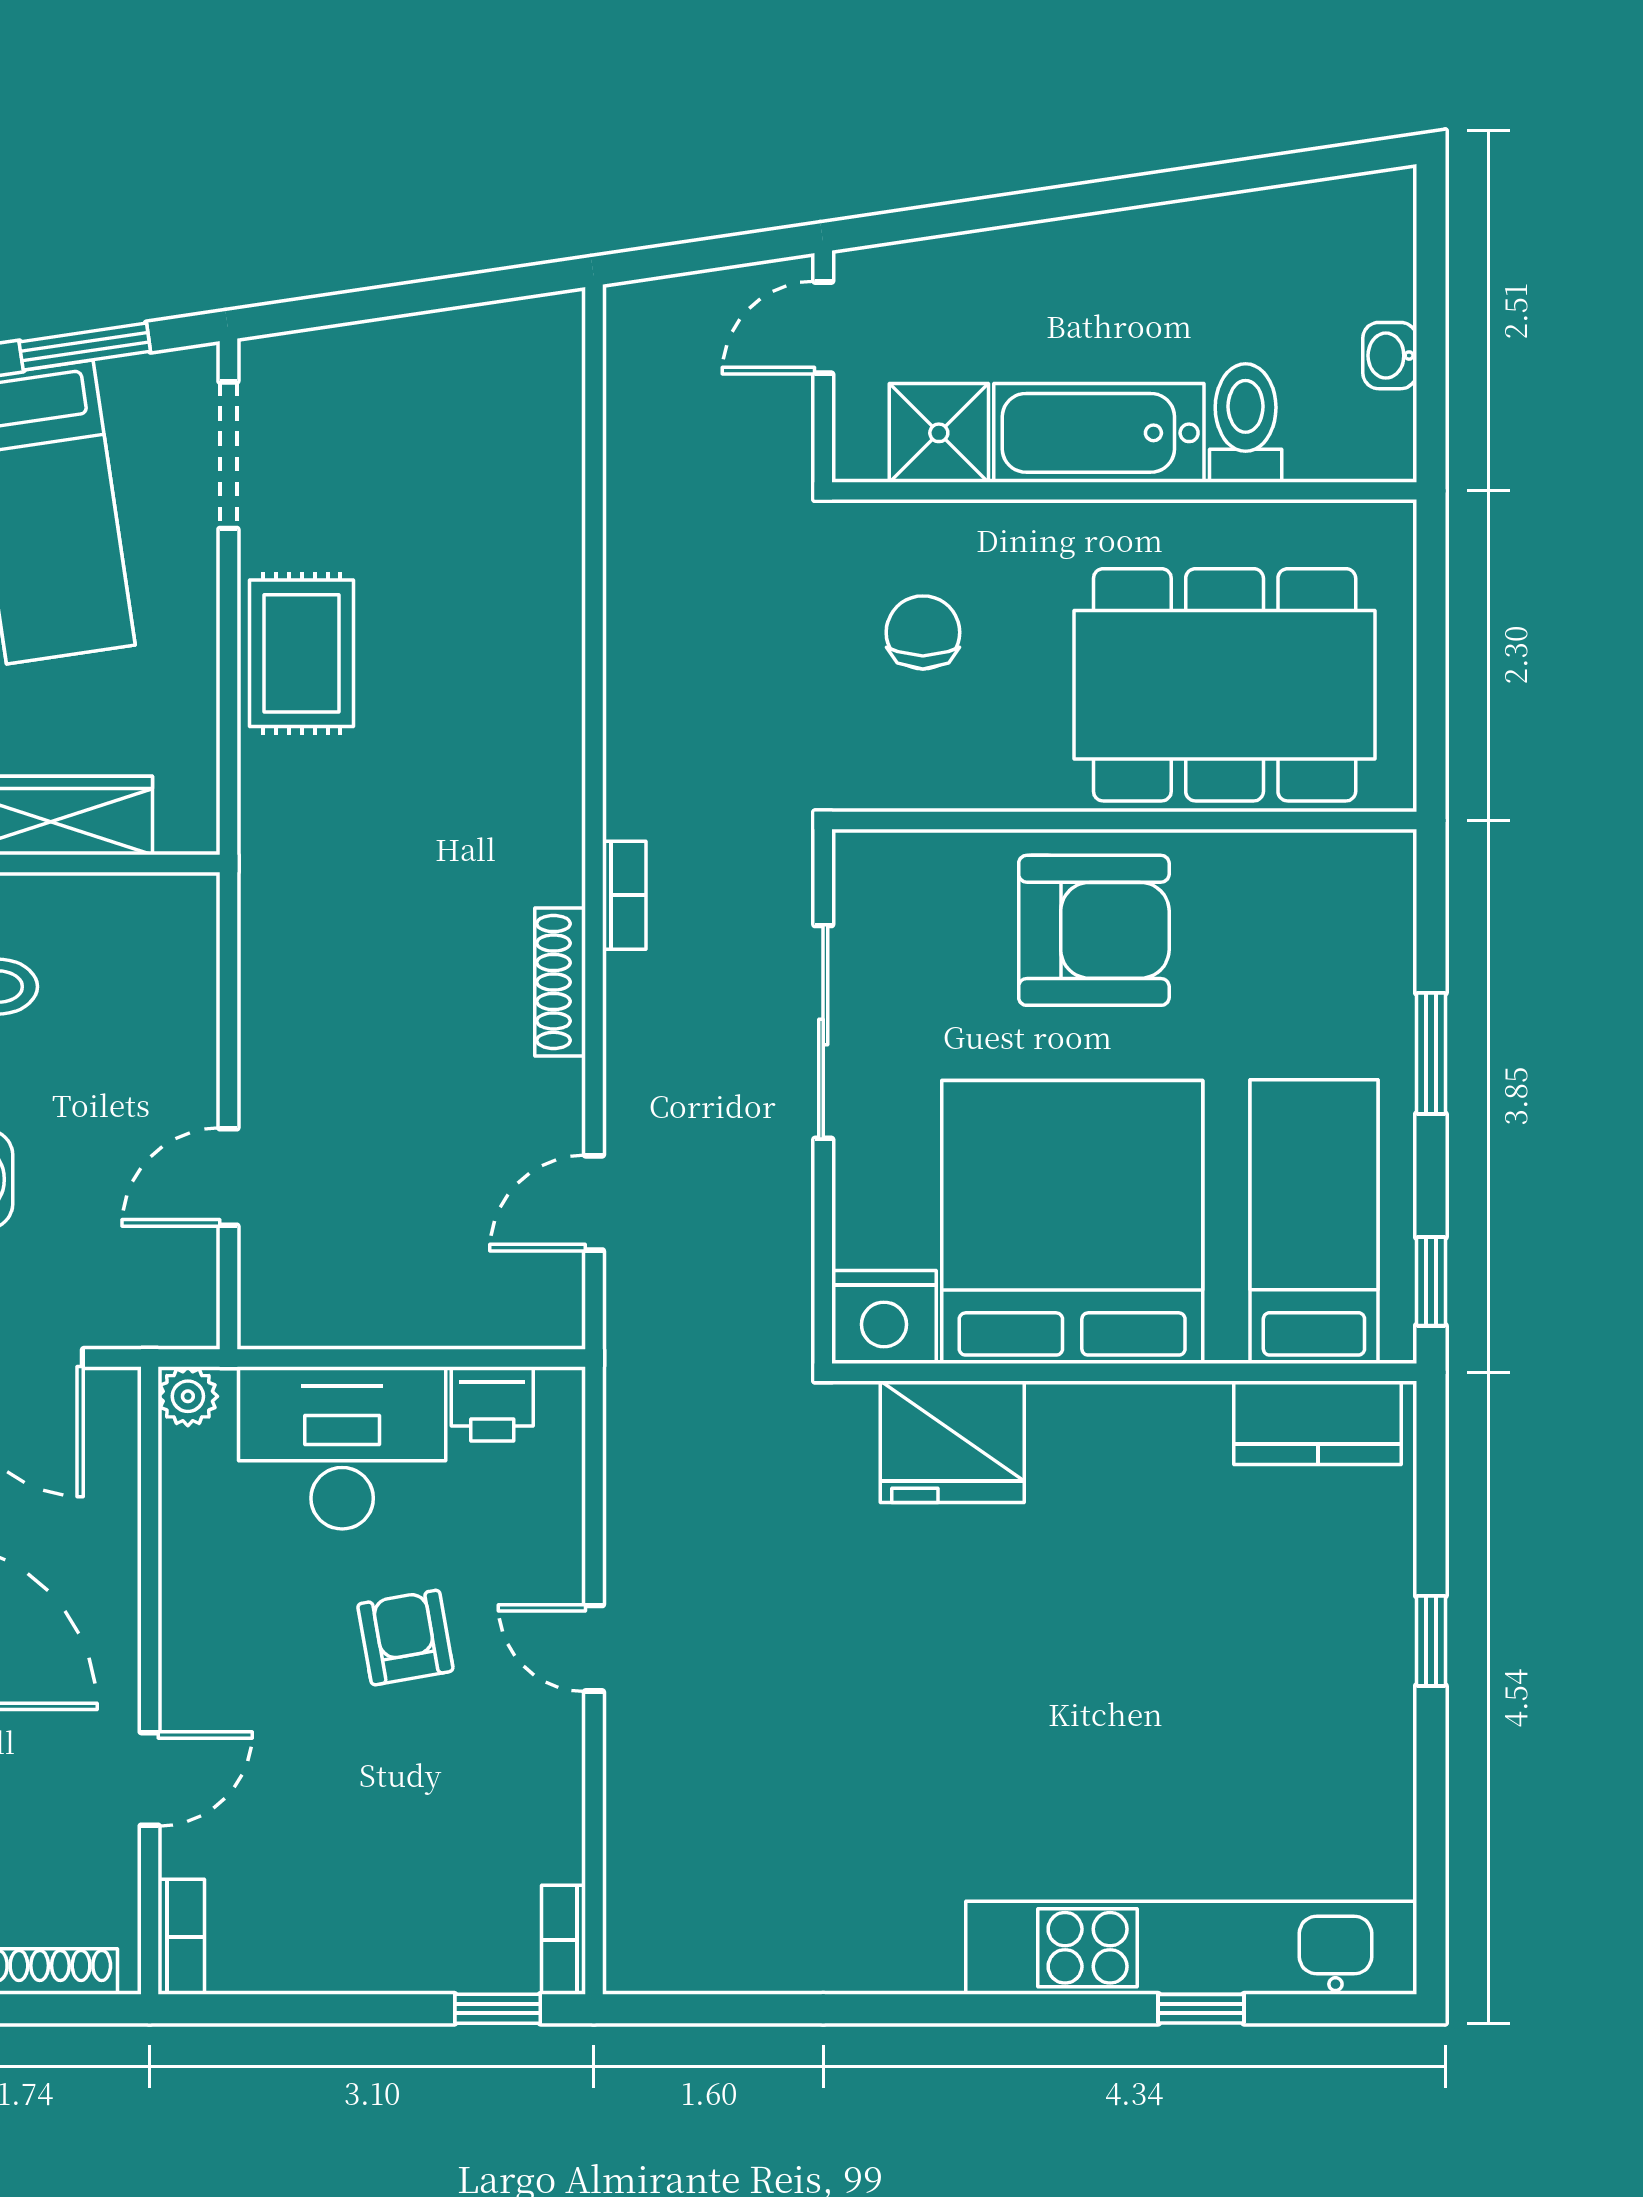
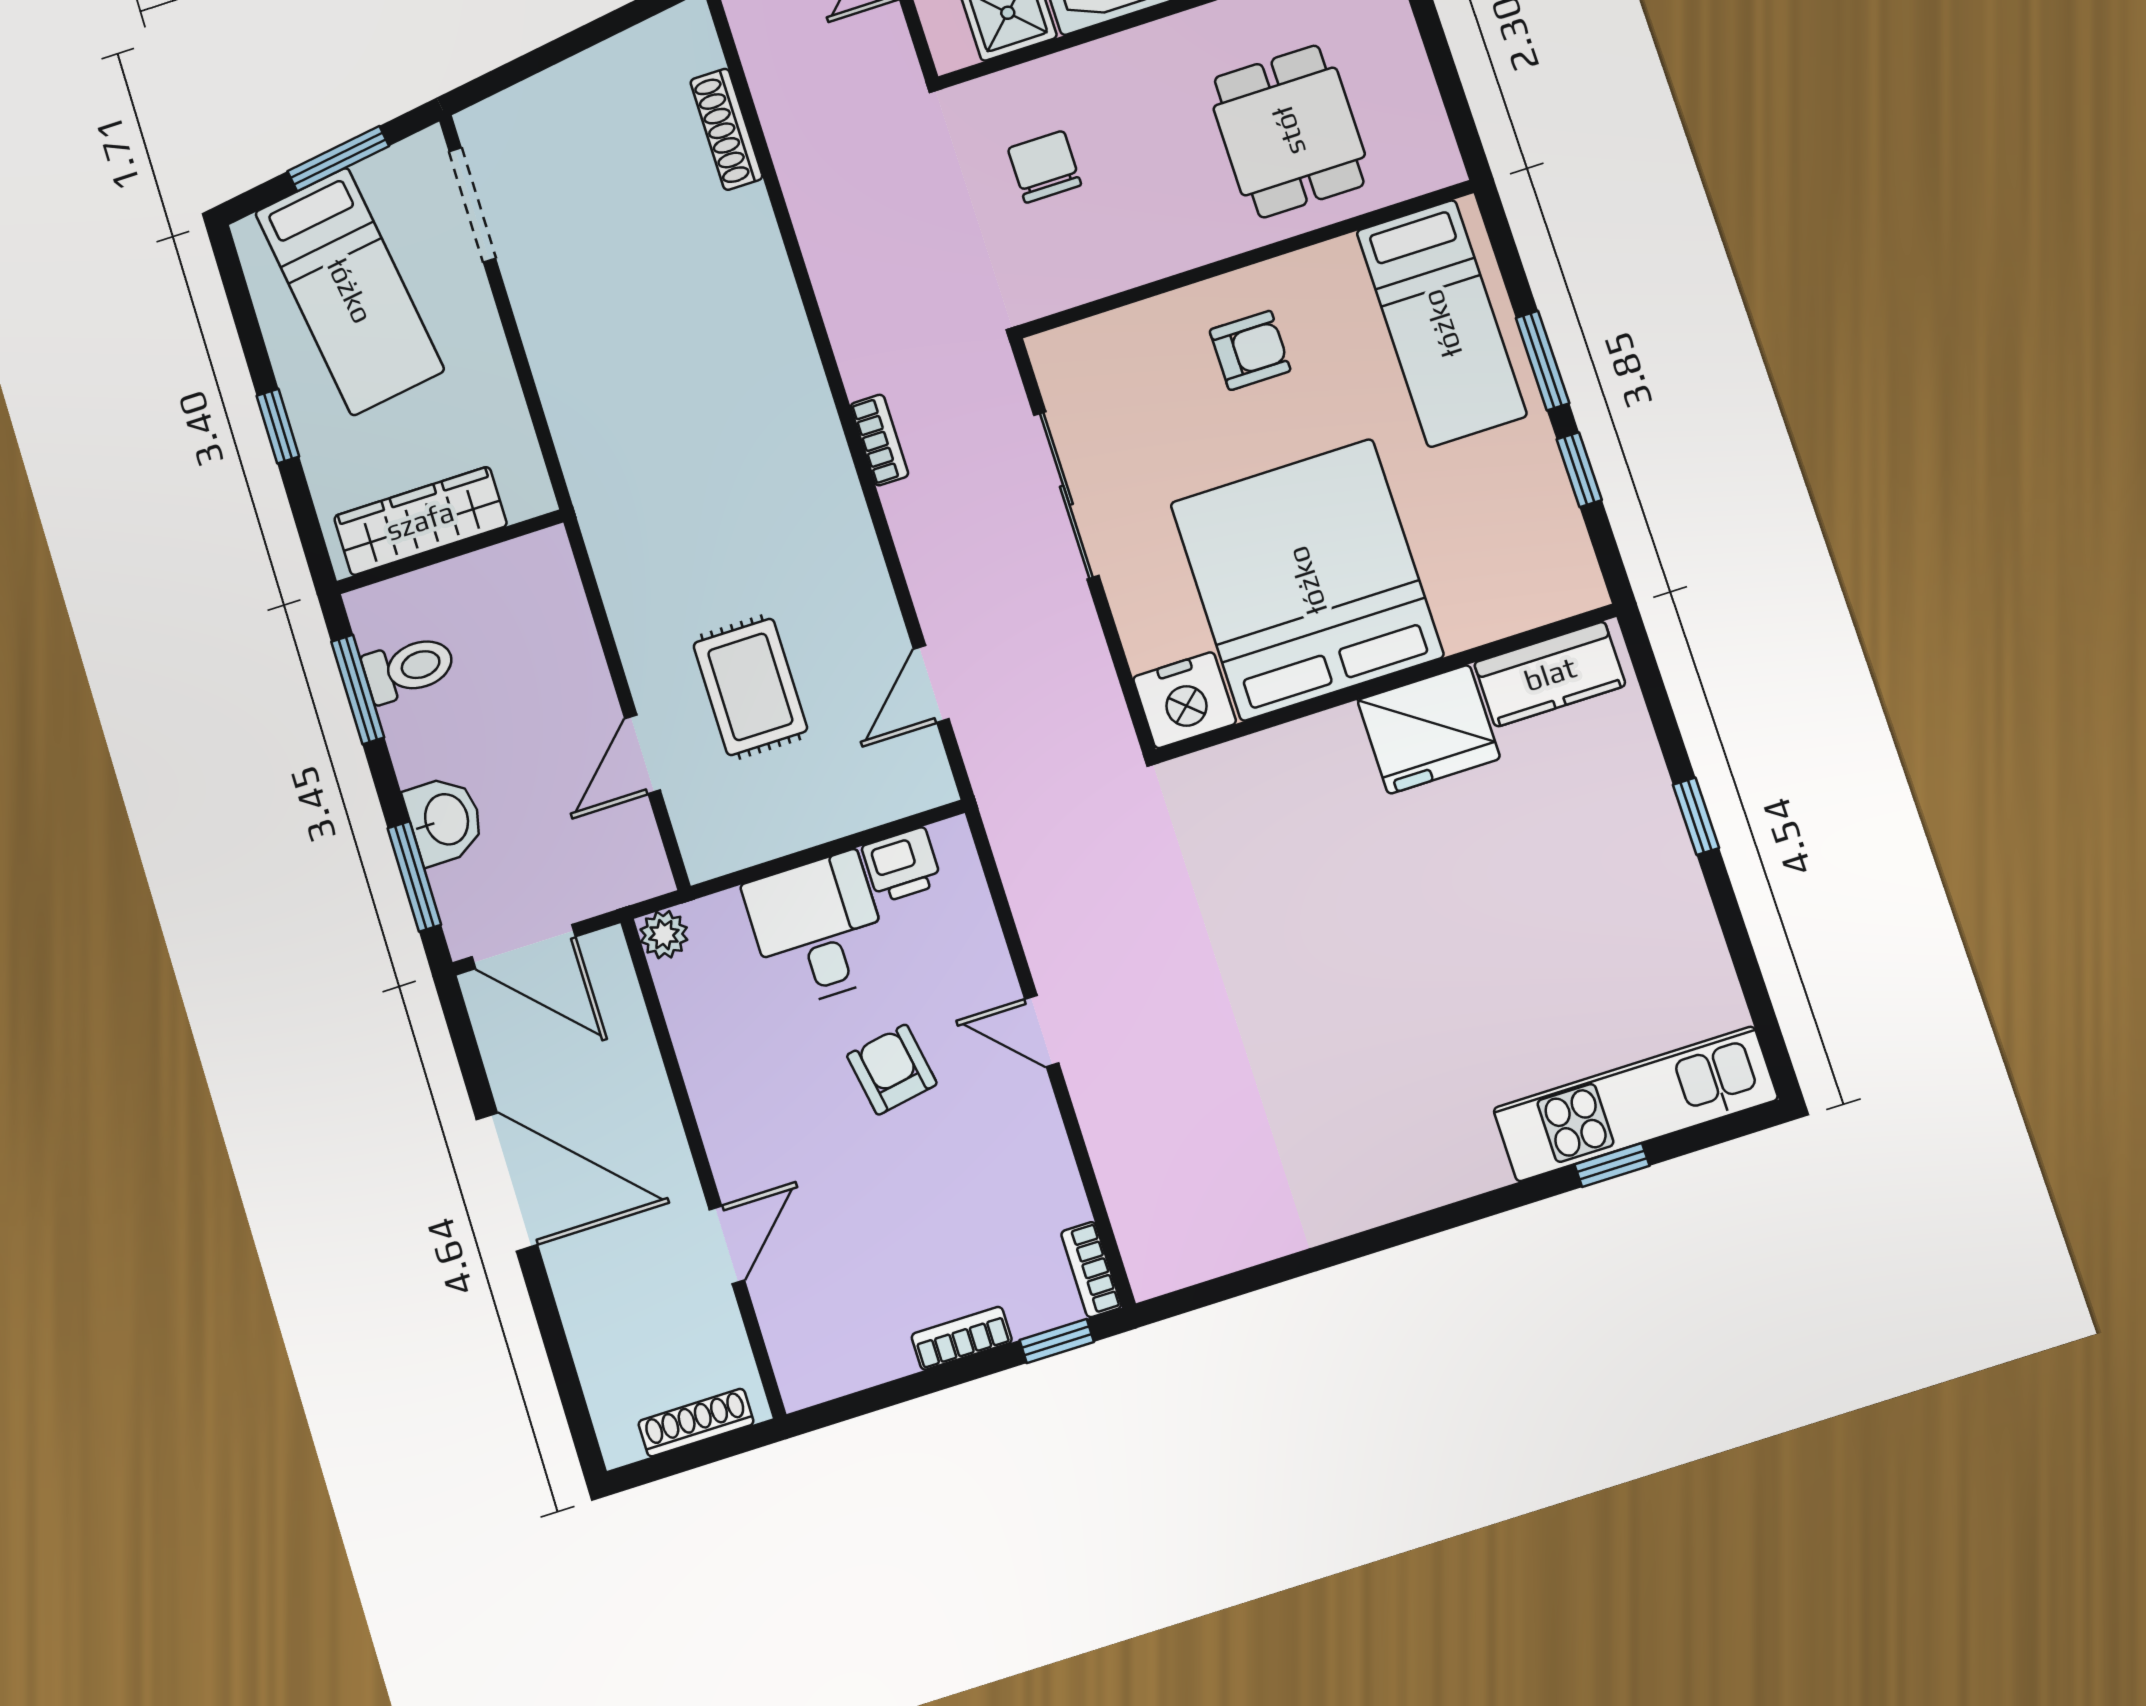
rug: (302, 653) -> (750, 687), moved
dining table: (1225, 685) -> (1289, 131), width x0.53, depth x0.80
armchair: (1094, 930) -> (1250, 350), width x0.53, depth x0.53
shoe rack: (560, 982) -> (726, 129), moved
bed: (1314, 1222) -> (1442, 323), moved, turned 180
window: (1431, 1281) -> (1579, 470), moved
fridge: (952, 1442) -> (1429, 729), moved
desk: (342, 1448) -> (818, 930), width x0.73
bookcase: (181, 1937) -> (962, 1338), moved, turned -90
kitchen unit: (1191, 1948) -> (1636, 1104), width x0.73

